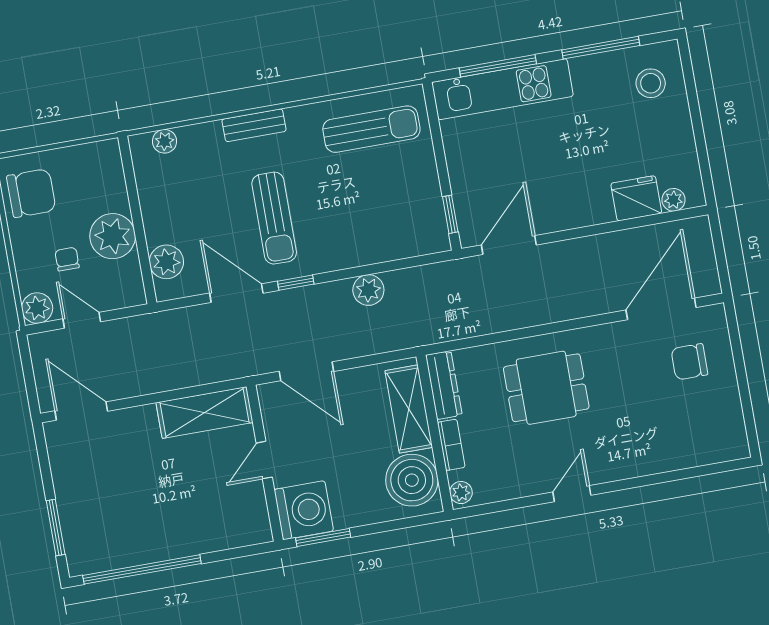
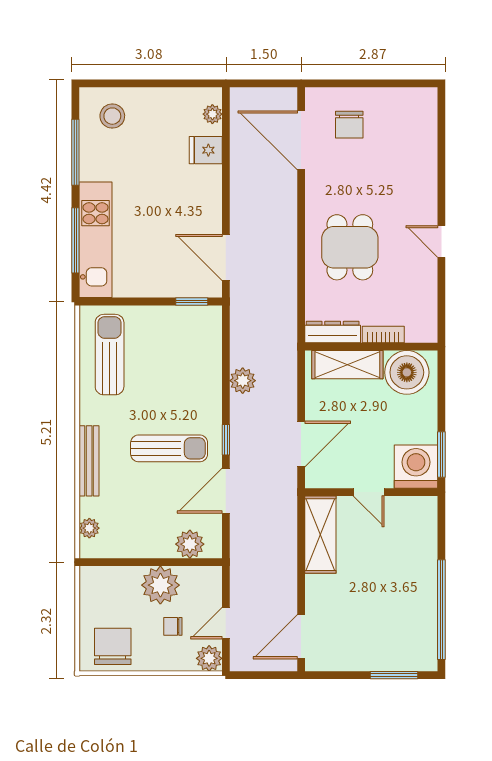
bench: (254, 125) -> (89, 461), width x1.36
fridge: (636, 198) -> (206, 150), width x0.72
plant: (461, 493) -> (424, 333), removed

